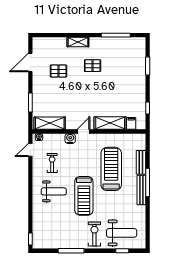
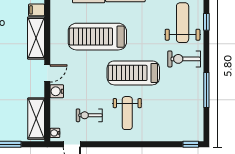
door: (84, 131) -> (47, 73), swing flipped
weight bench: (54, 191) -> (127, 113), turned 180
treadmill: (84, 196) -> (133, 73), turned 180

